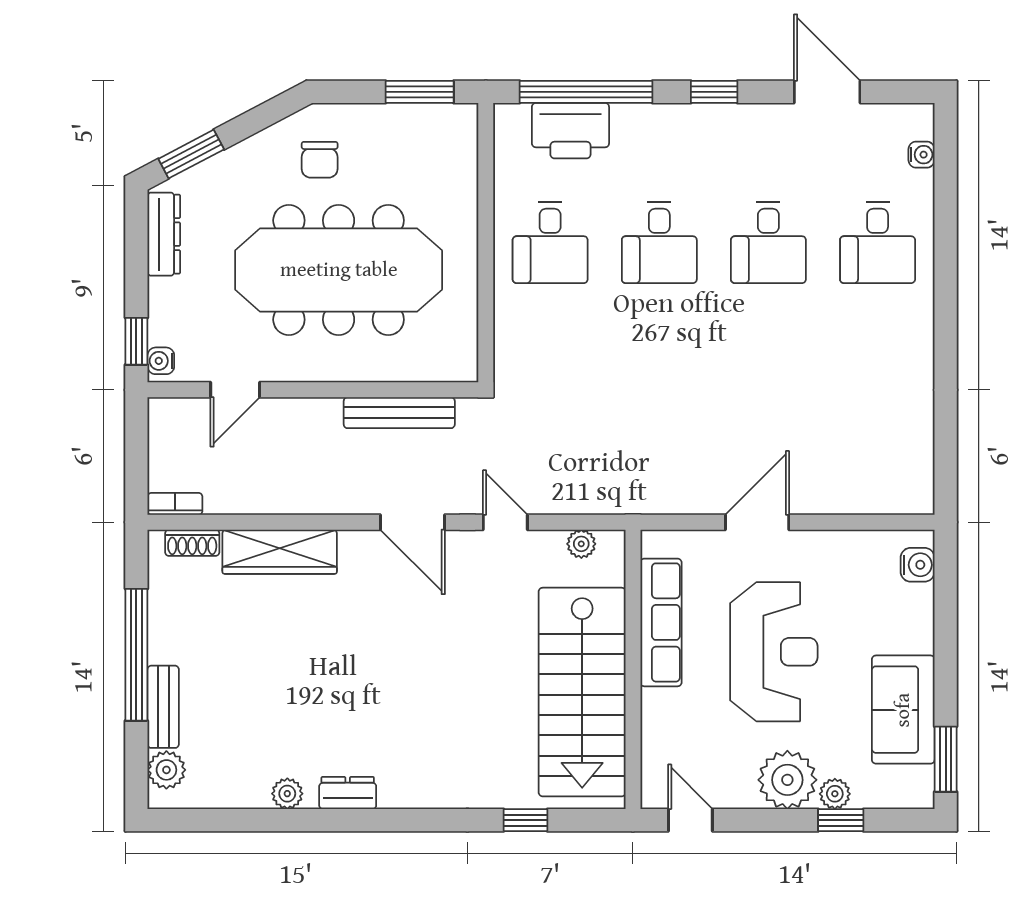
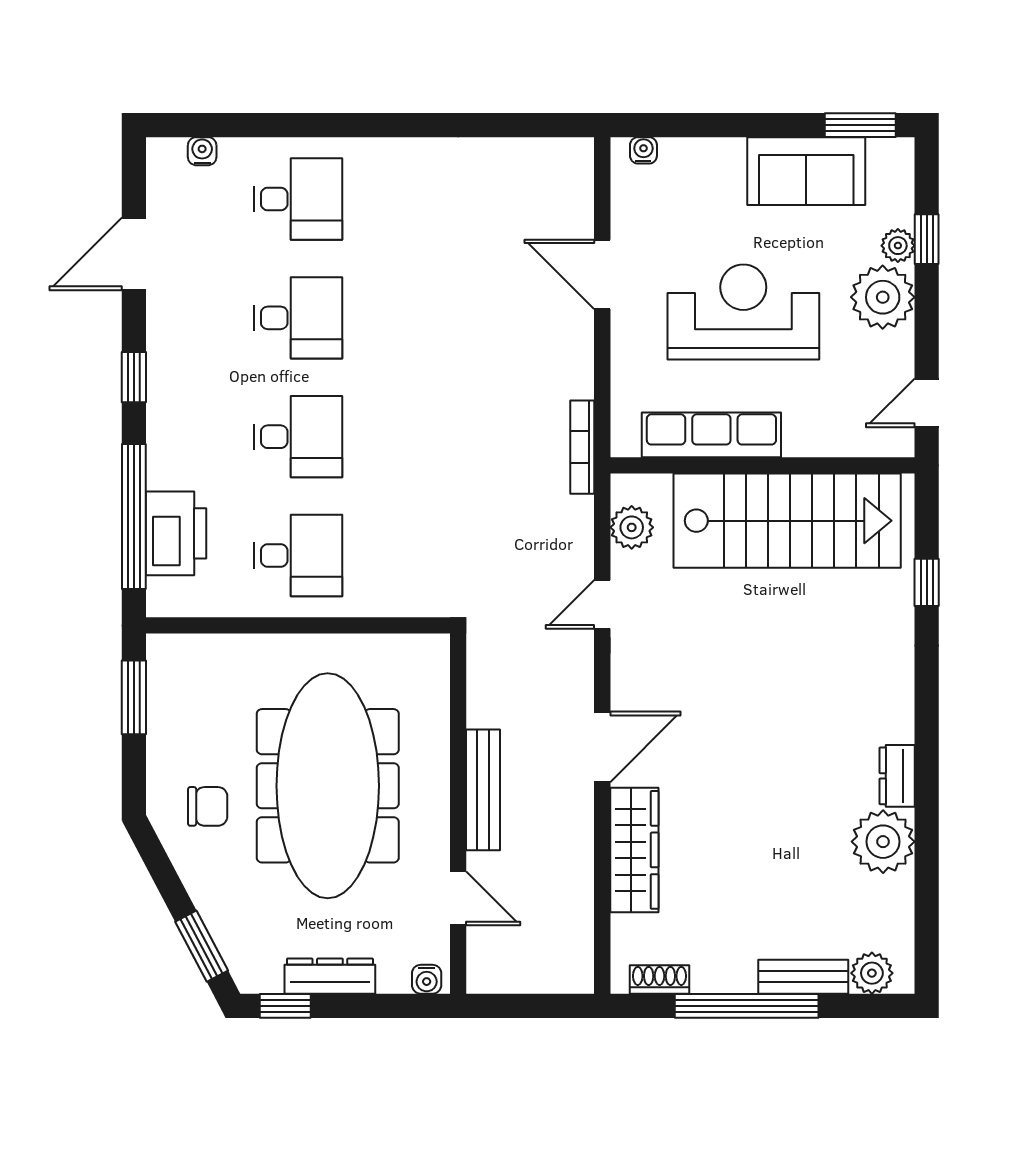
dresser: (164, 234) -> (330, 976), moved
window: (136, 341) -> (285, 1006), moved
bench: (399, 413) -> (483, 790), moved
bookcase: (175, 504) -> (582, 447), moved, width x1.56
door: (413, 522) -> (602, 747), moved
door: (757, 522) -> (602, 274), moved
shoe rack: (192, 543) -> (660, 979), moved, turned -90
plant: (581, 544) -> (632, 527), width x1.38, depth x1.38
water cooler: (918, 565) -> (643, 150), width x0.72, depth x0.72
plant: (287, 794) -> (883, 842), width x1.87, depth x1.87

